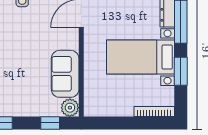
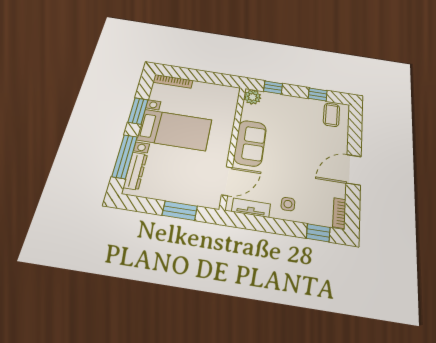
sofa: (65, 74) -> (250, 143), moved

